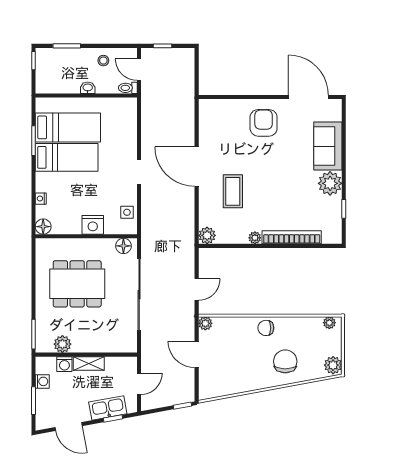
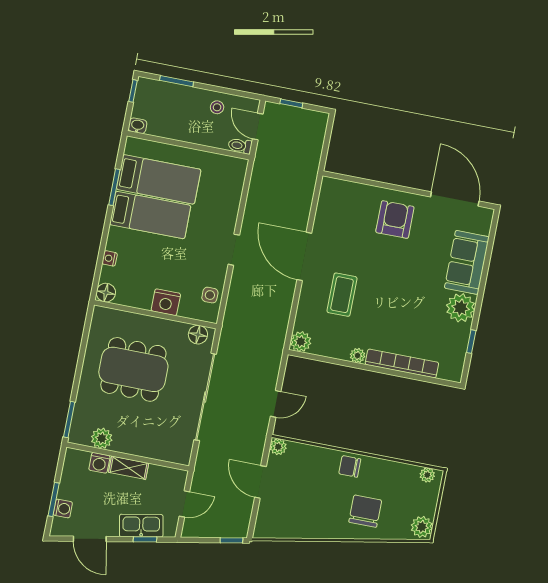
washbasin: (88, 88) -> (138, 126), moved
washing machine: (42, 381) -> (63, 509), moved

